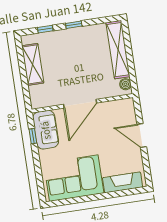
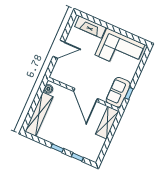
shelving: (33, 64) -> (107, 123), moved
door: (80, 104) -> (85, 95), swing flipped
door: (142, 136) -> (59, 49), hinge flipped

